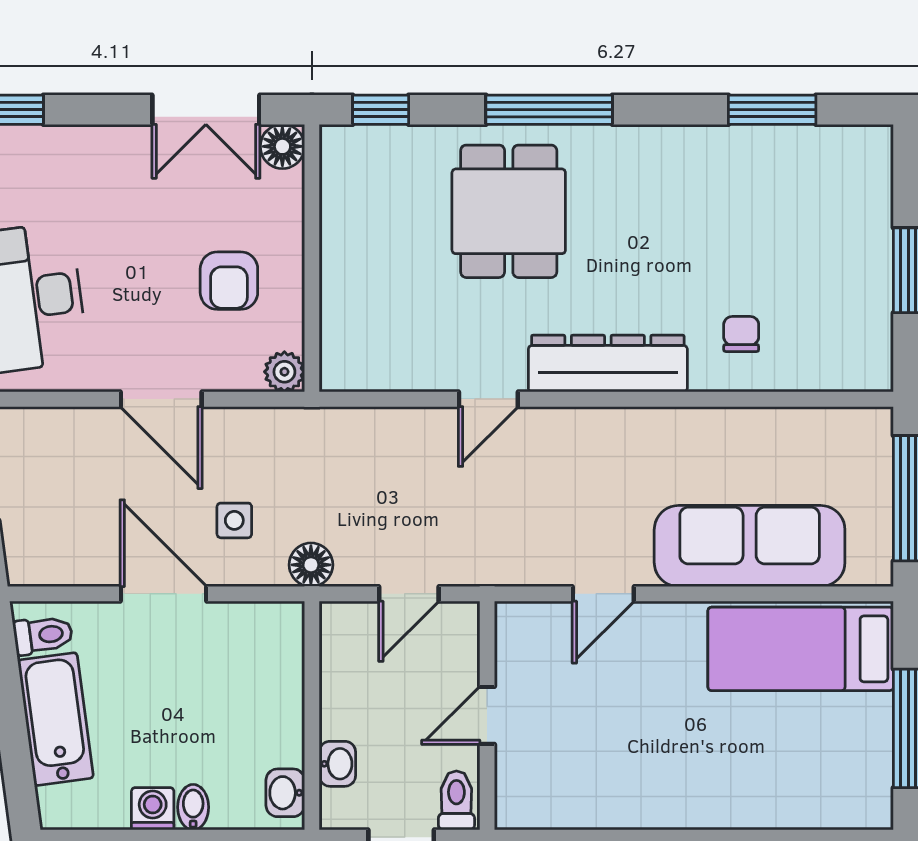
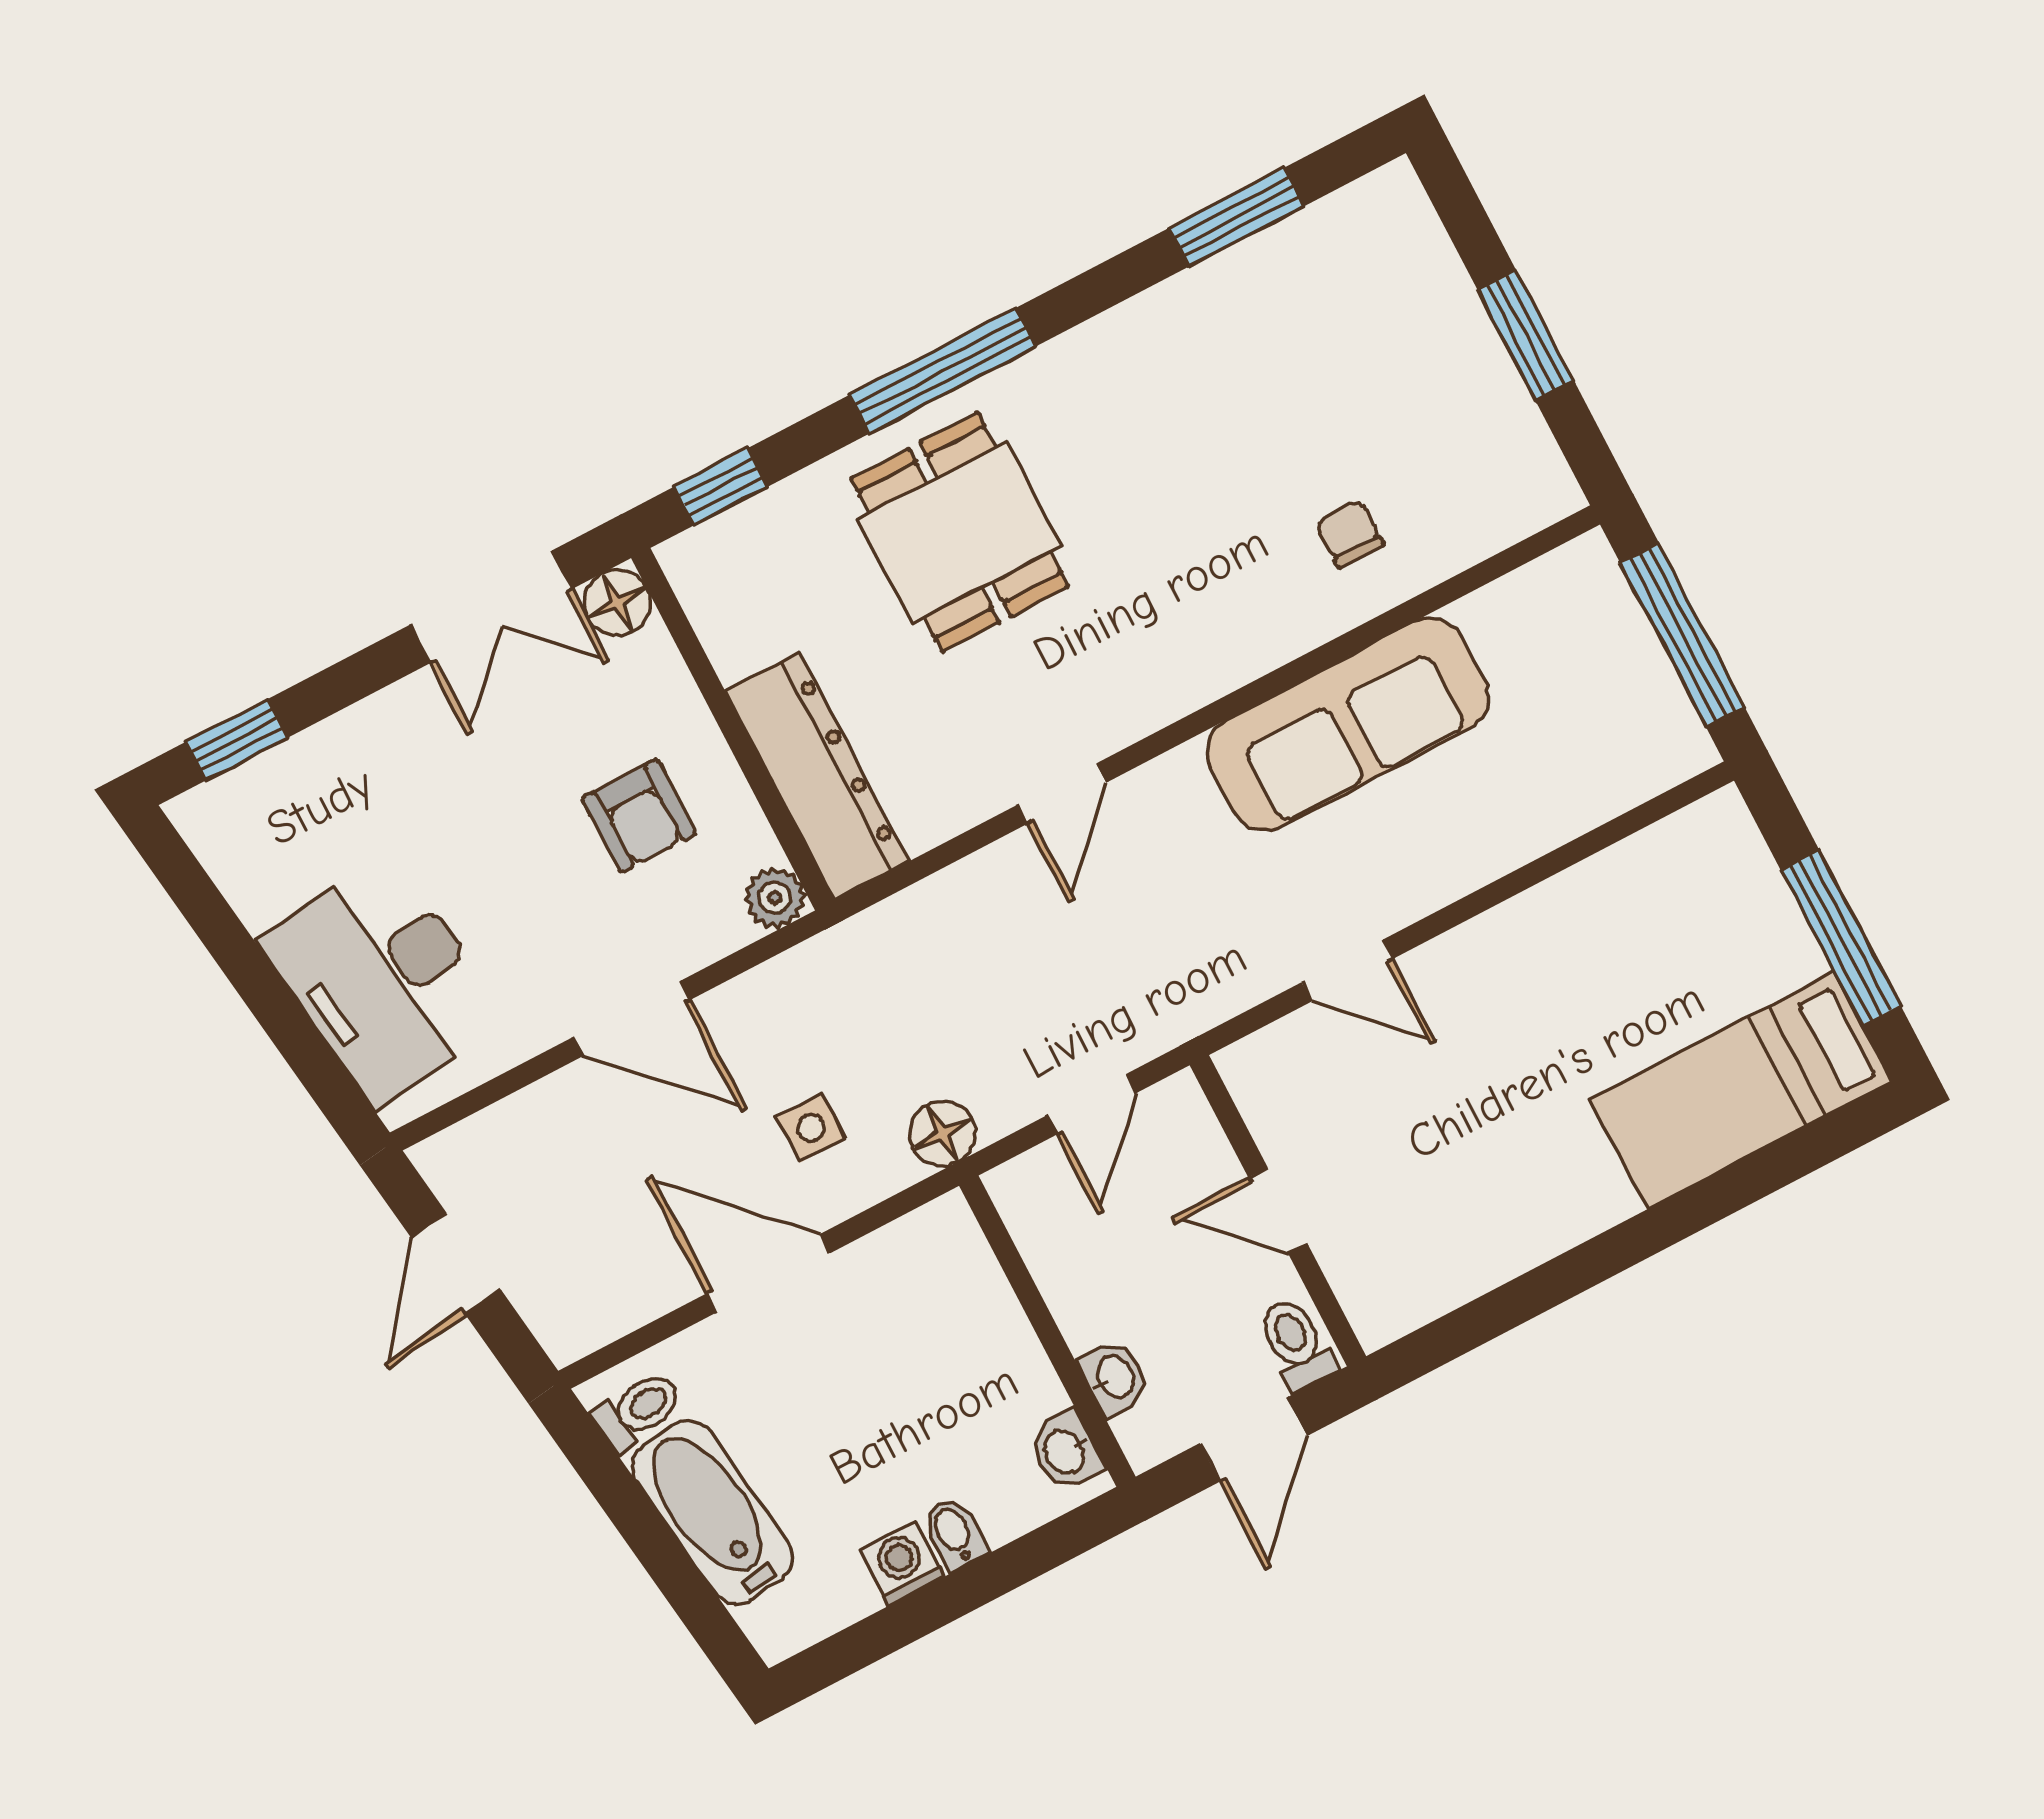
dresser: (608, 364) -> (817, 776), moved, turned 90
sofa: (750, 546) -> (1348, 724), moved, turned 180
door: (603, 594) -> (1347, 971), hinge flipped
bed: (801, 649) -> (1741, 1090), moved
door: (487, 715) -> (1278, 1211), hinge flipped

